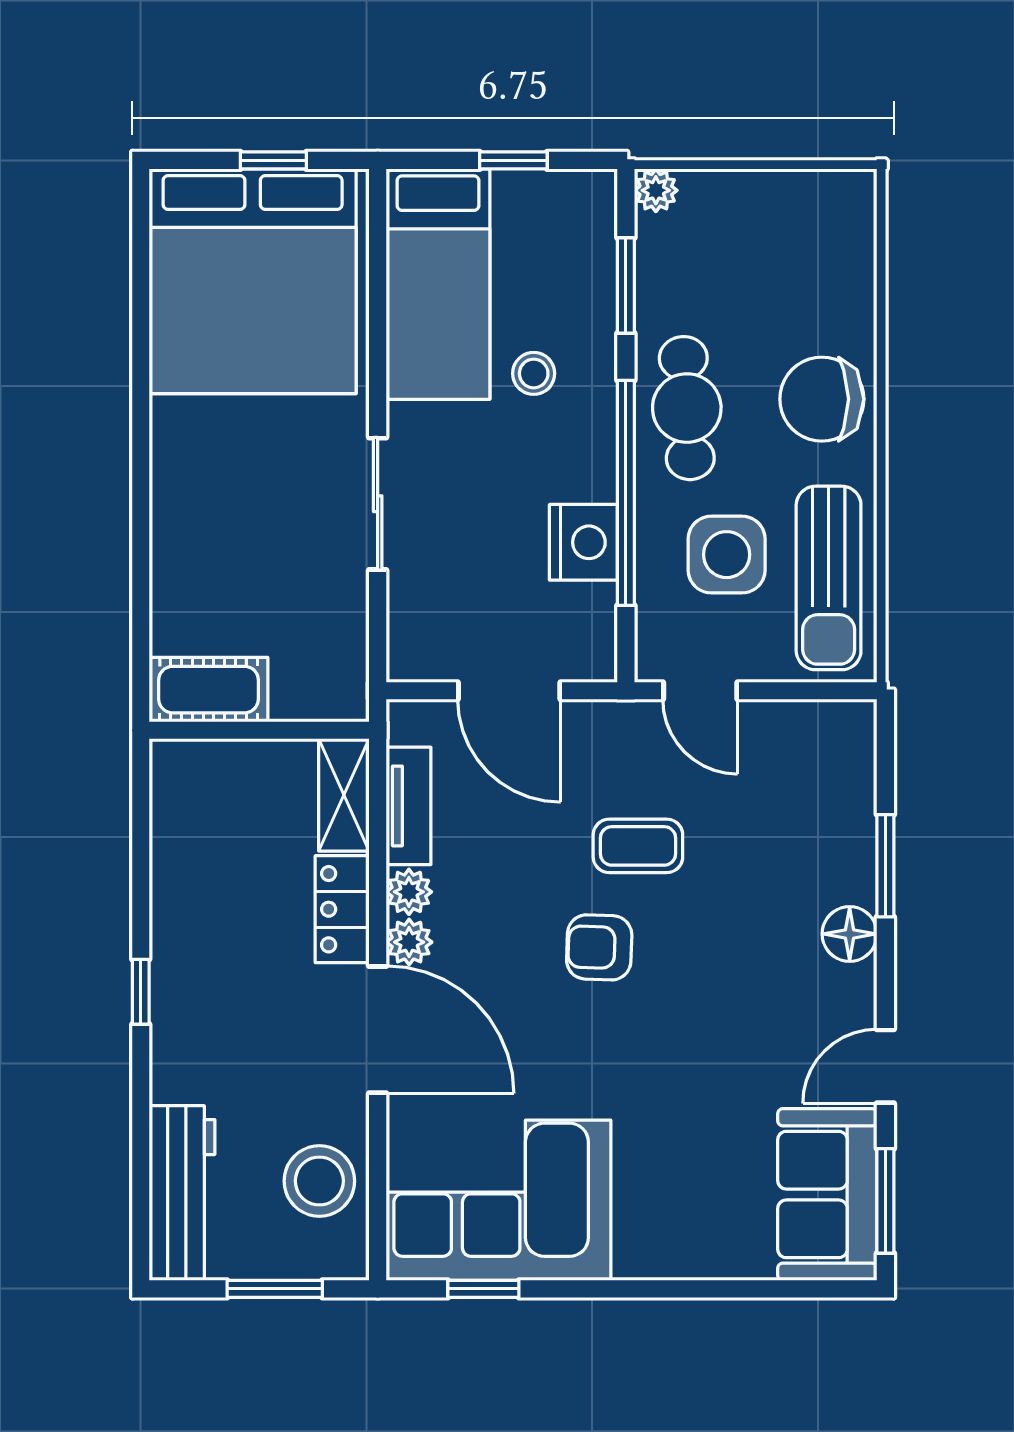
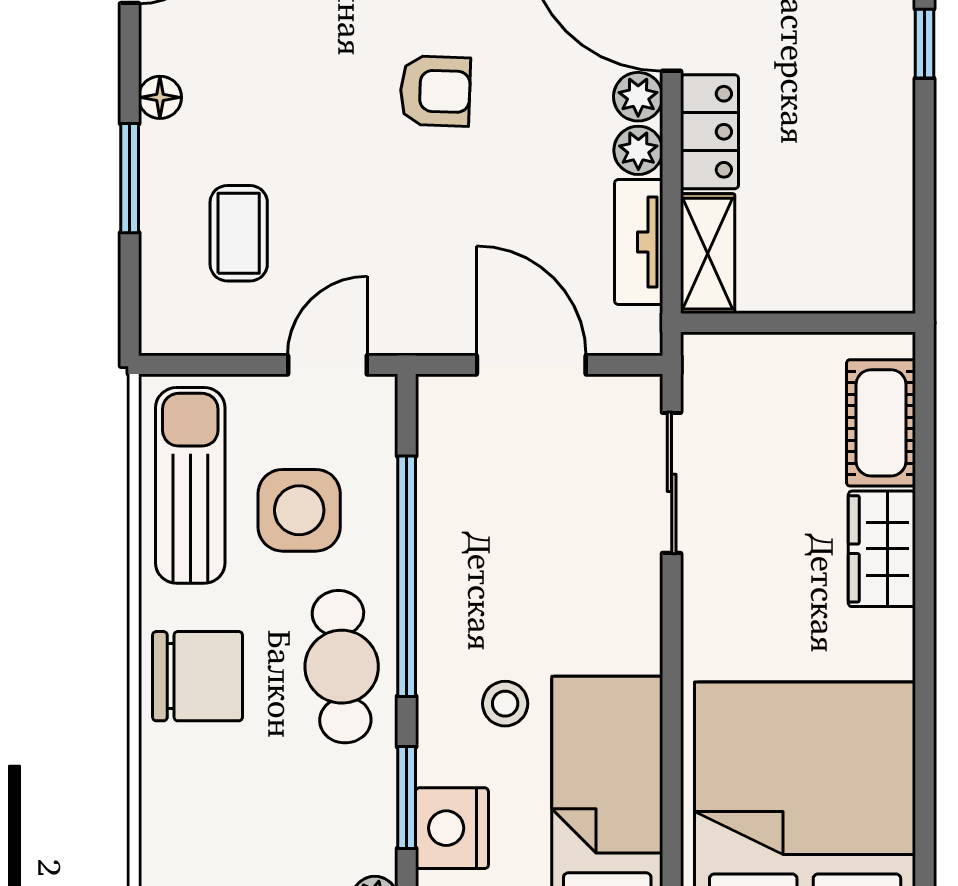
sliding door: (378, 504) -> (672, 483), moved
wardrobe: (181, 518) -> (882, 549), added
nightstand: (583, 542) -> (452, 828), moved
cot: (209, 690) -> (881, 423), moved, turned 90
door: (700, 691) -> (327, 365), hinge flipped
coffee table: (638, 846) -> (239, 233), moved, turned 90
floor lamp: (850, 934) -> (160, 97), width x0.73, depth x0.73

